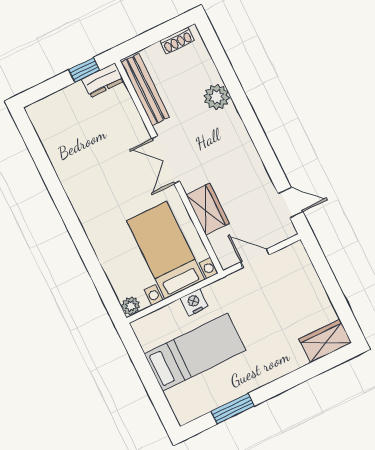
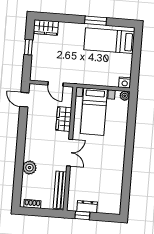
dresser: (103, 80) -> (87, 207), moved
window: (334, 292) -> (28, 47), added
nightstand: (194, 302) -> (125, 83), moved
bed: (195, 352) -> (109, 41), moved
window: (233, 409) -> (96, 21), moved

